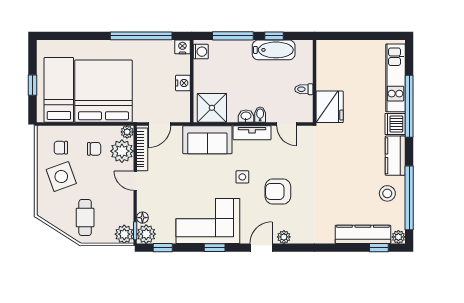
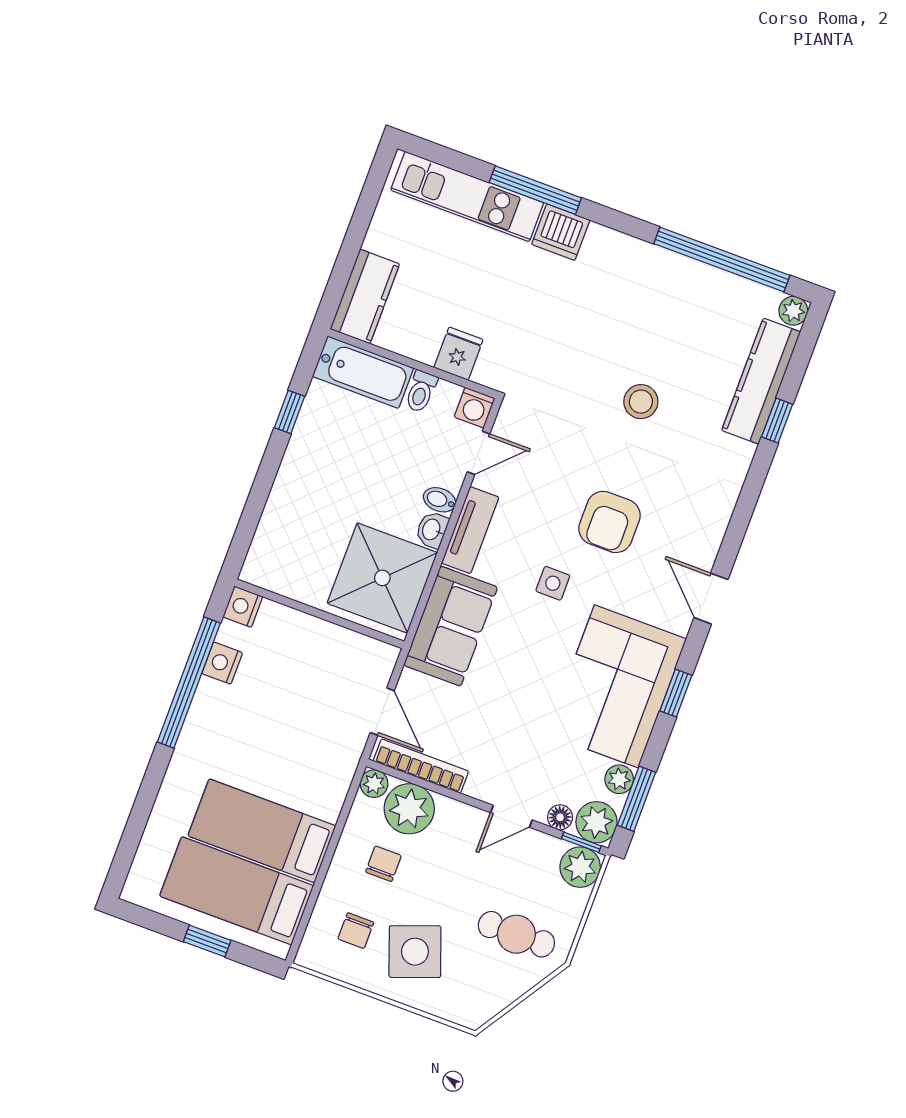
window: (233, 36) -> (258, 496), removed
bathtub: (274, 50) -> (363, 372), moved, turned 90
washing machine: (201, 52) -> (475, 408), moved, turned 180
nightstand: (183, 83) -> (222, 663), moved, turned -90
bed: (103, 91) -> (262, 831), width x0.49
window: (409, 106) -> (535, 190), width x0.68
fridge: (330, 107) -> (458, 354), width x0.53, depth x0.75
shower: (212, 108) -> (382, 578), width x1.37, depth x1.37
kitchen counter: (395, 156) -> (365, 296), moved, turned -90
door: (135, 181) -> (511, 816), moved
stool: (387, 193) -> (641, 402), moved
plant: (284, 237) -> (619, 779), moved
window: (163, 248) -> (636, 799), width x1.50
window: (379, 248) -> (777, 421), moved

